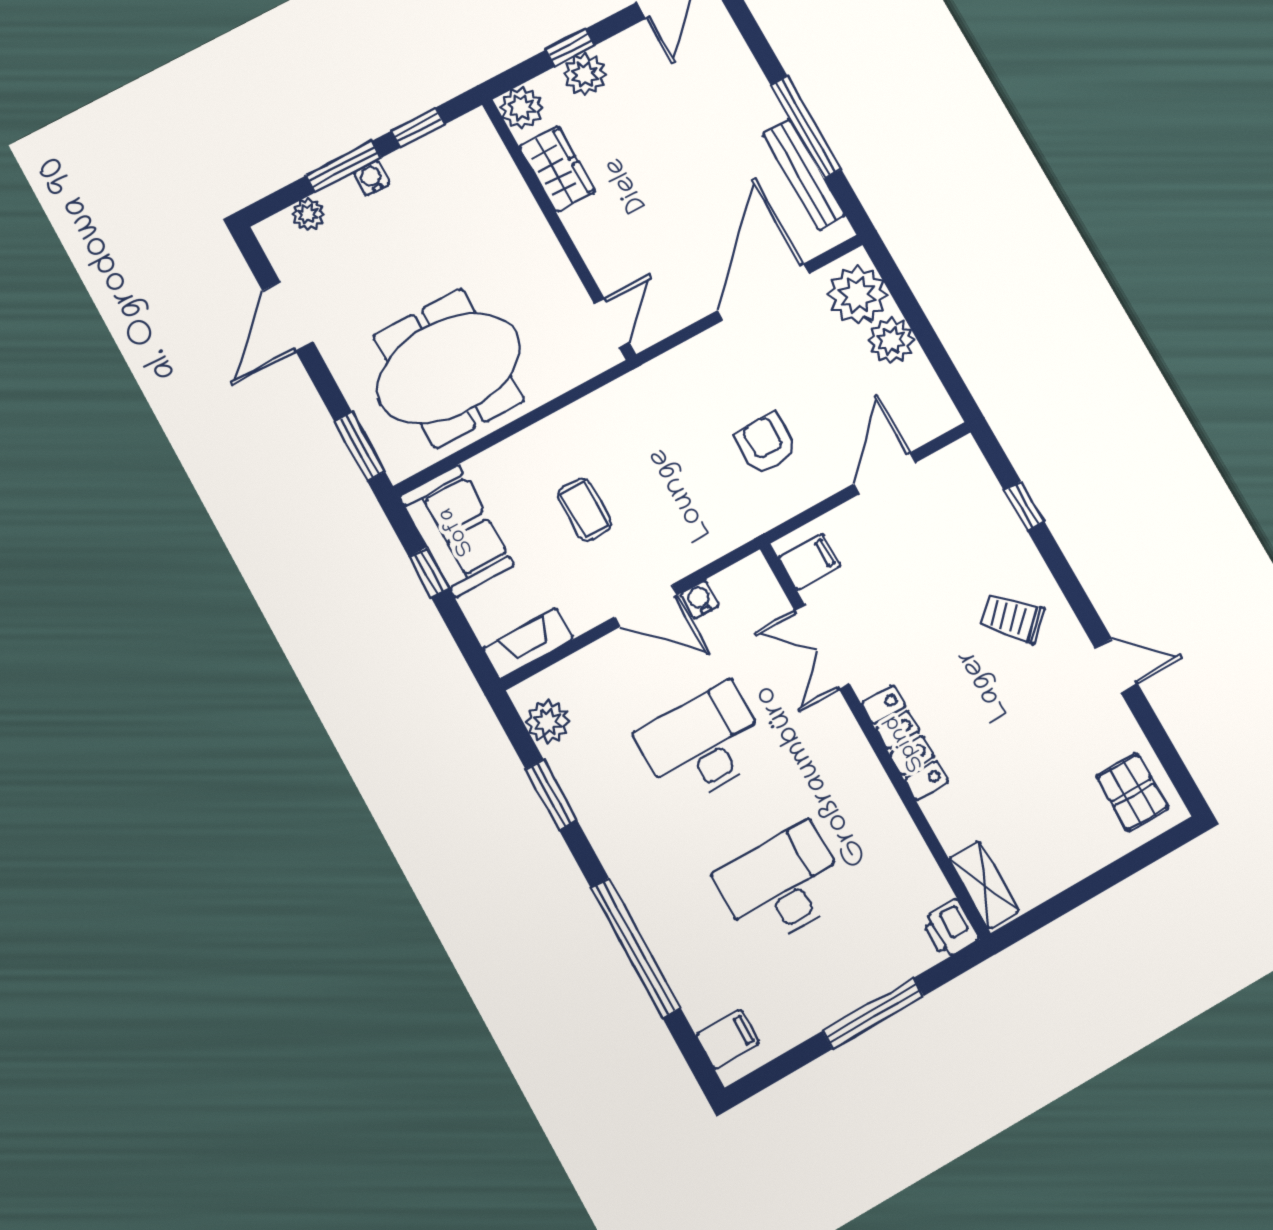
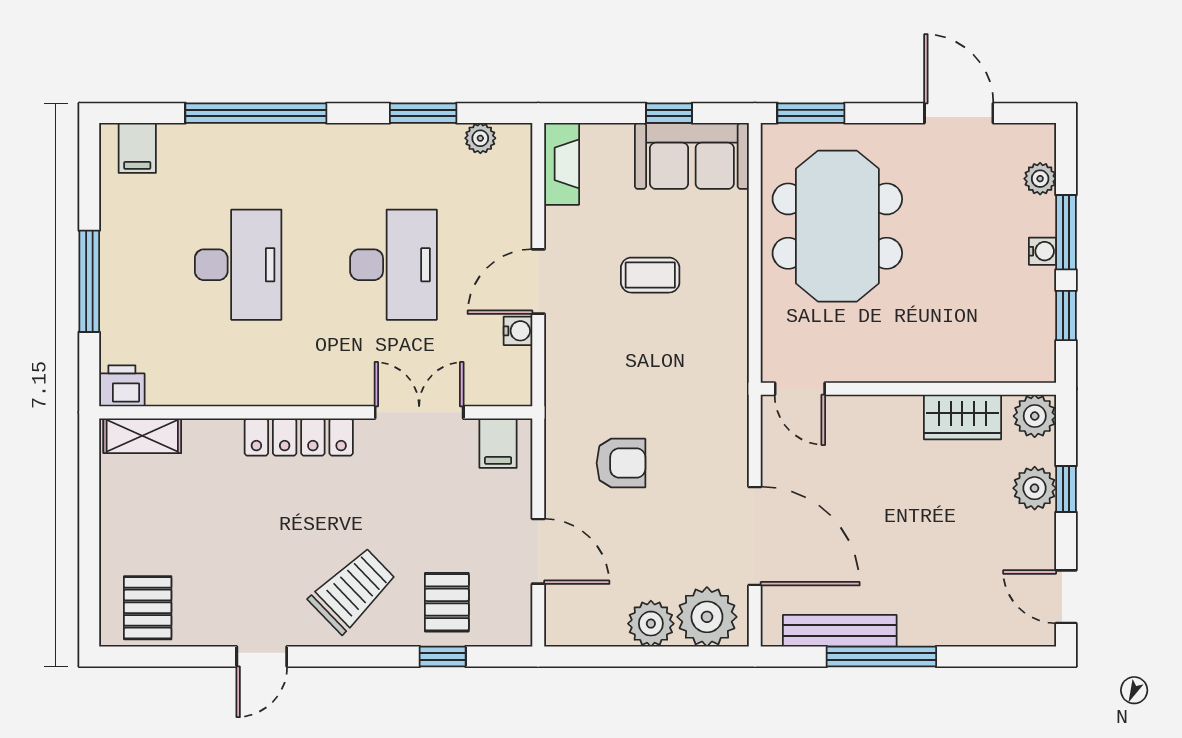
pallet: (975, 529) -> (447, 602), added
trolley: (1012, 618) -> (353, 590), width x1.36, depth x1.39
plant: (548, 722) -> (480, 138), width x0.73, depth x0.73
pallet: (1132, 792) -> (148, 608), turned 90

